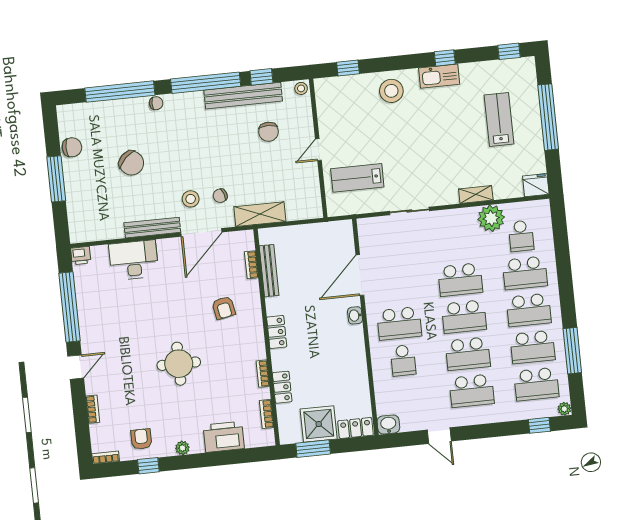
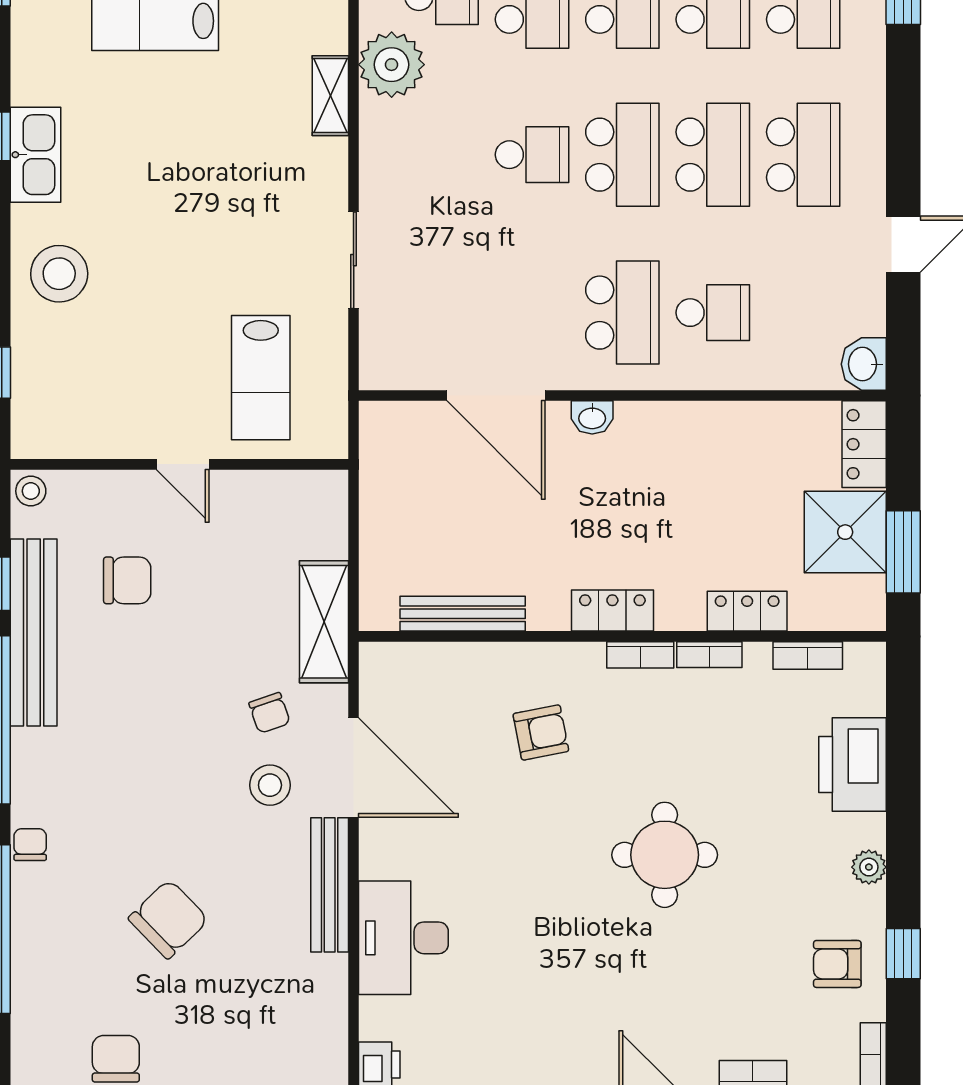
bookcase: (251, 265) -> (640, 655), moved
school desk: (460, 280) -> (532, 155), width x0.54

